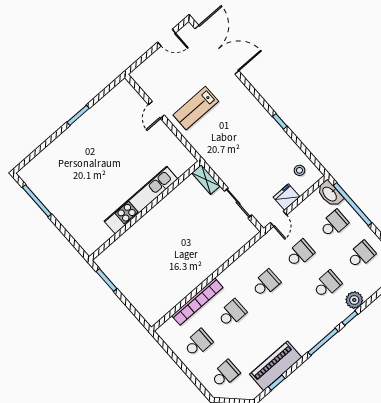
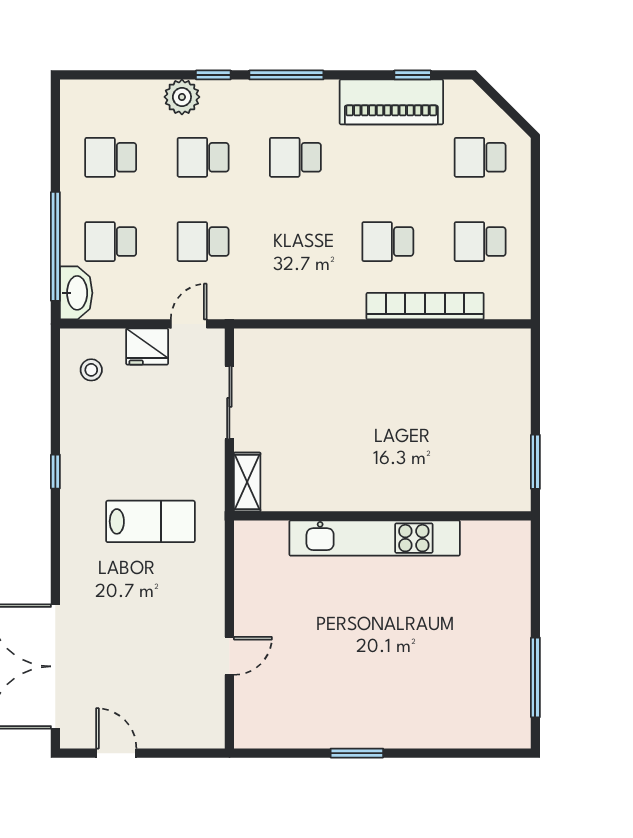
lab bench: (196, 108) -> (150, 521), moved
school desk: (266, 283) -> (295, 157), moved

